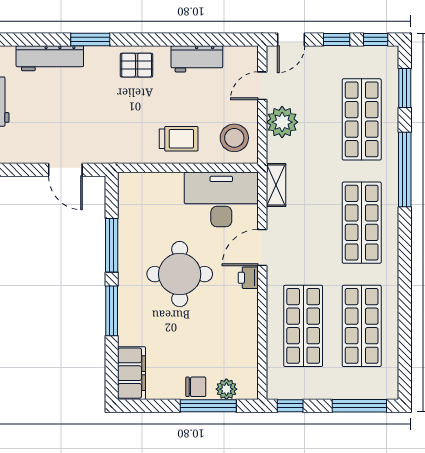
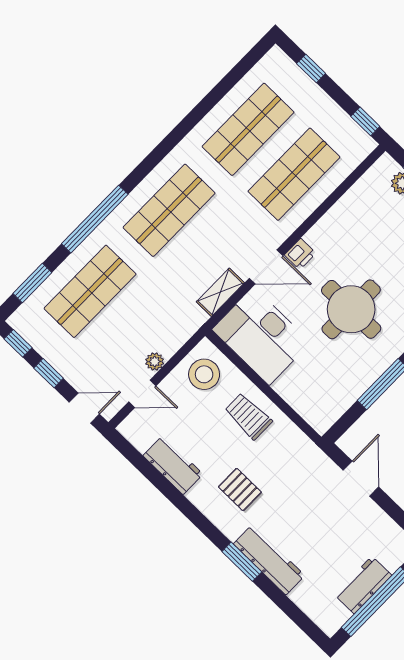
workbench: (50, 58) -> (269, 560), moved
pallet: (137, 65) -> (240, 490), moved
plant: (282, 122) -> (155, 362), width x0.53, depth x0.53
shelving: (276, 185) -> (220, 292), moved
window: (359, 406) -> (311, 68), width x0.46

